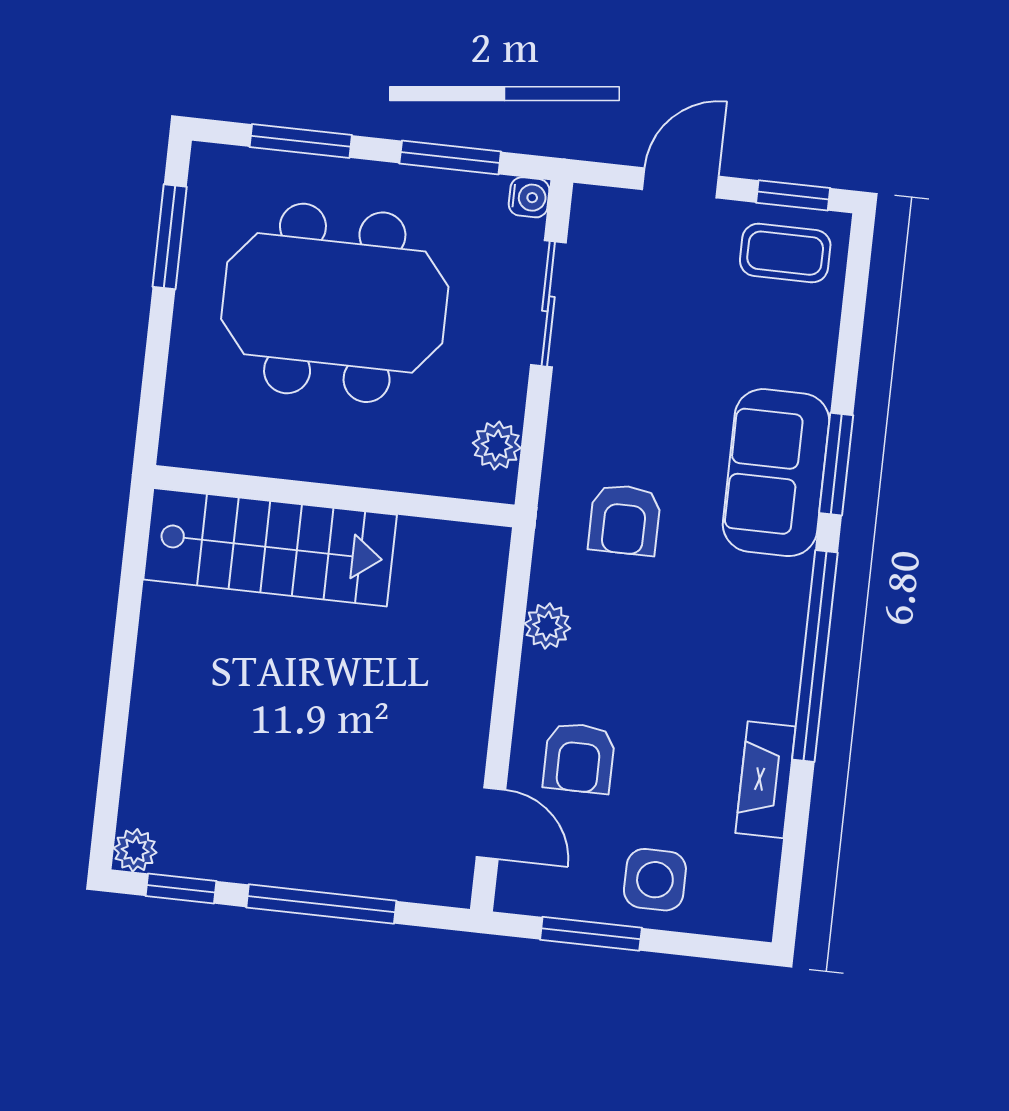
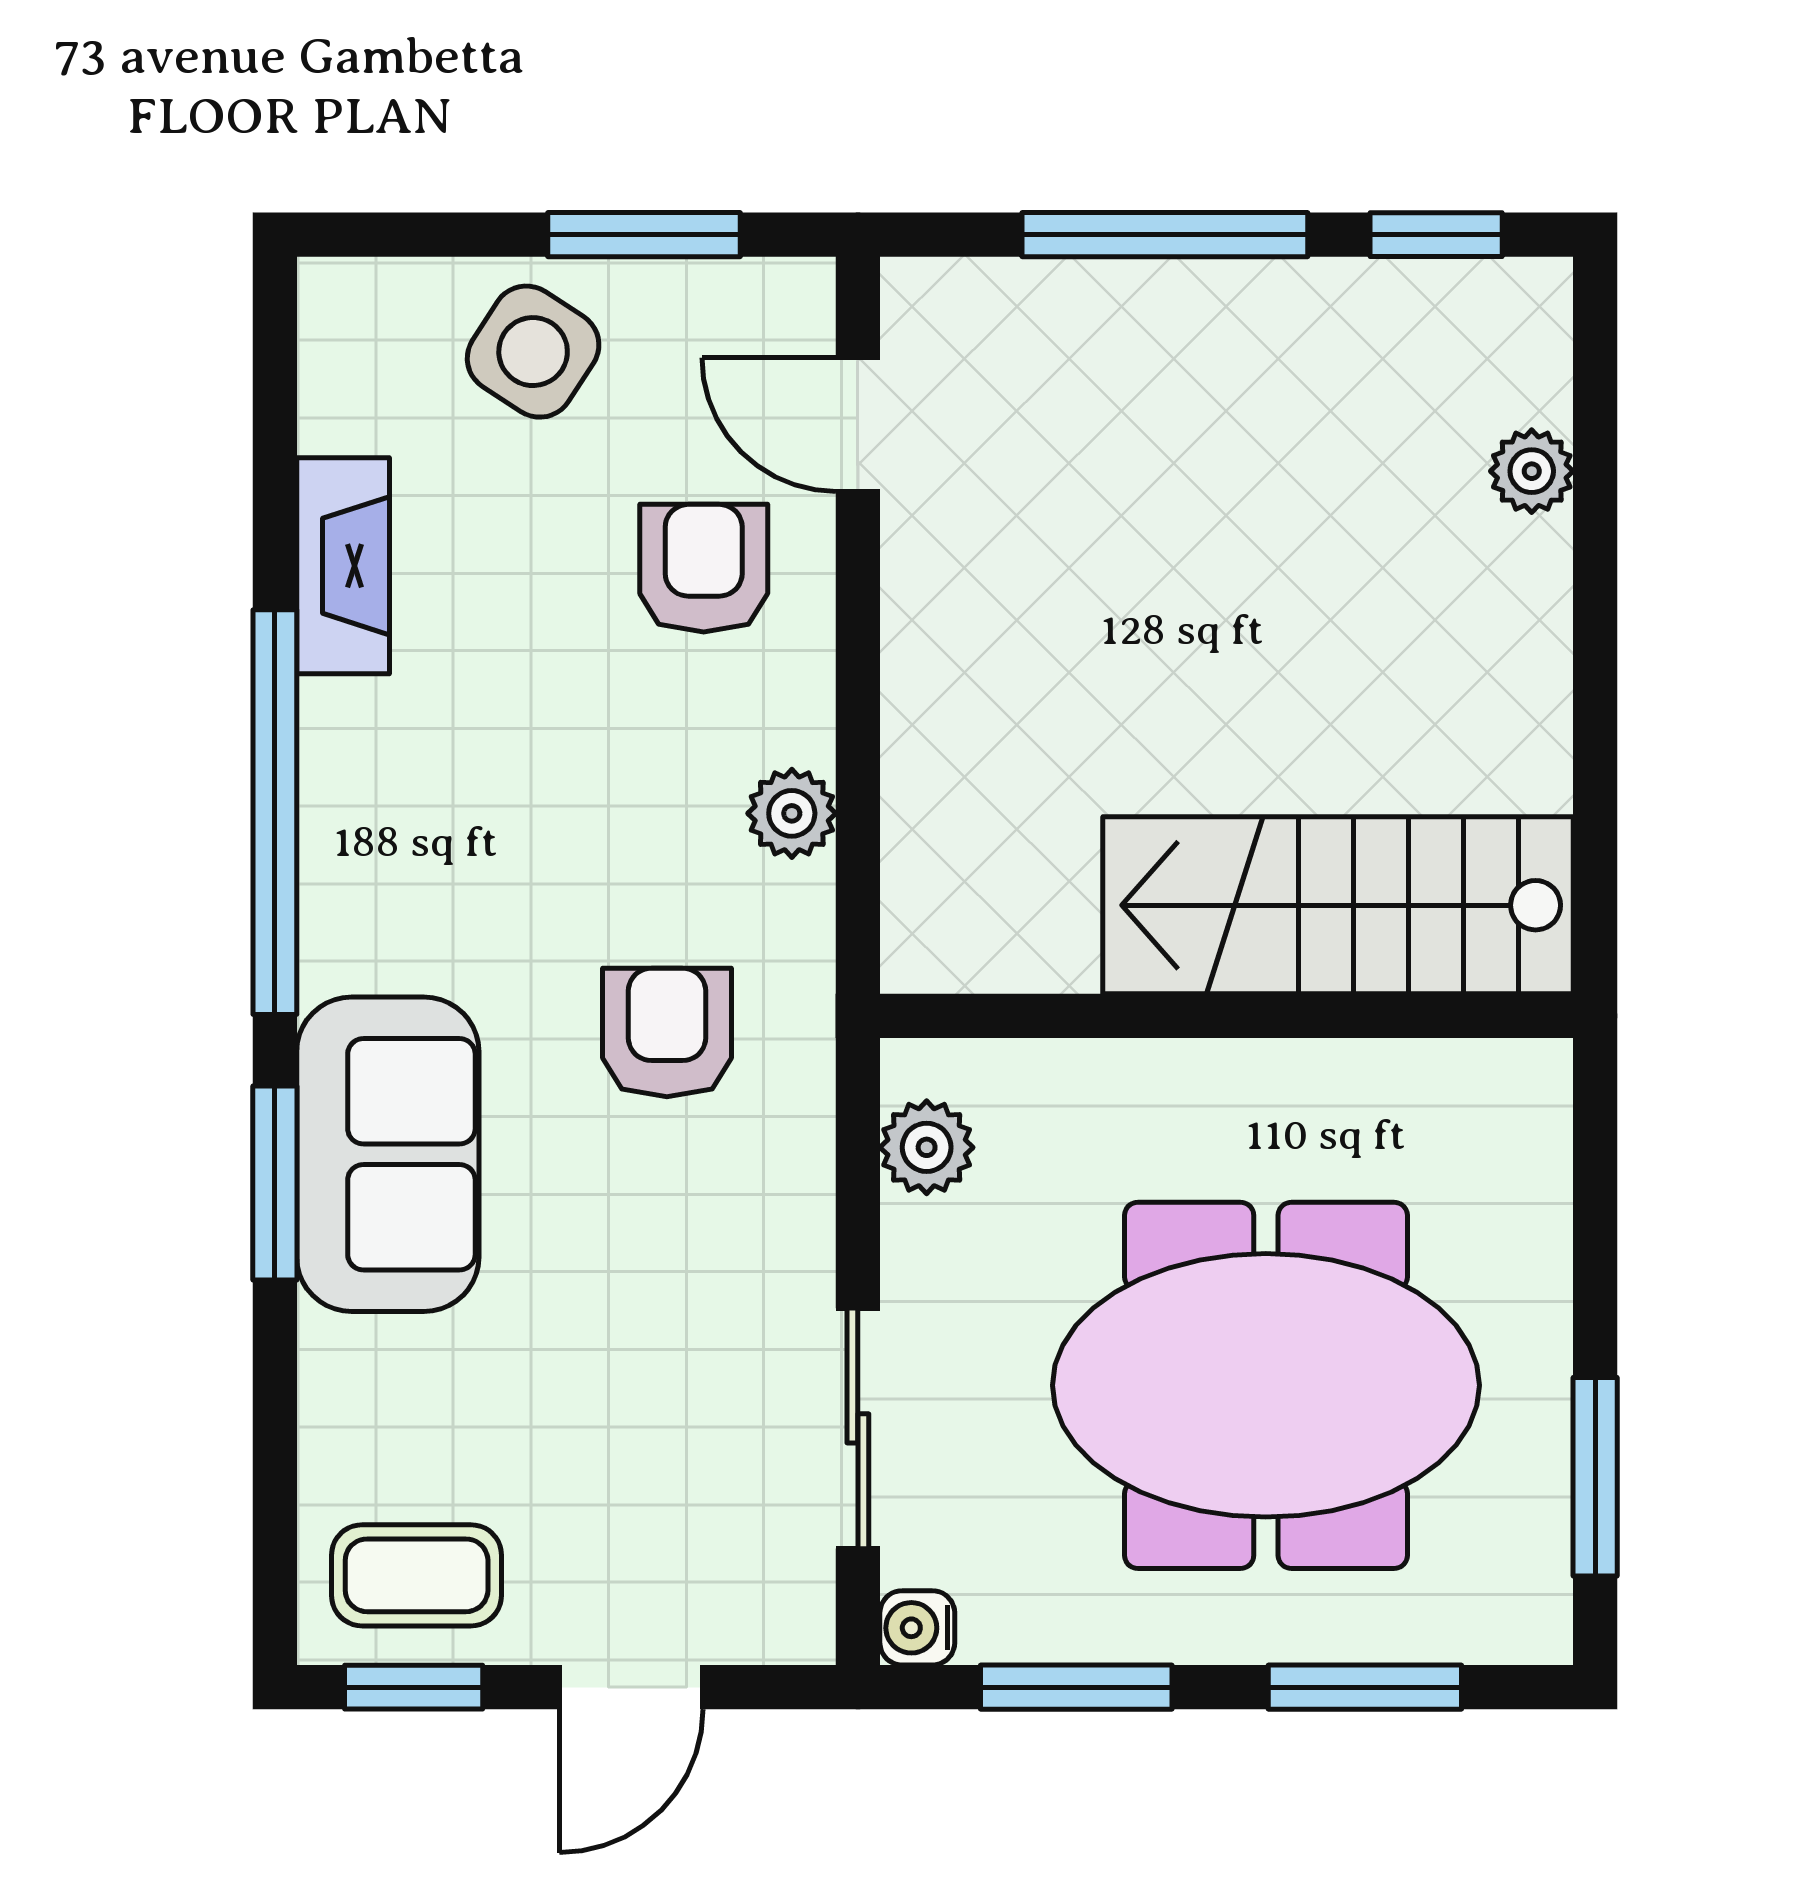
plant: (135, 850) -> (1532, 471), moved
side table: (655, 880) -> (533, 352), turned 33

